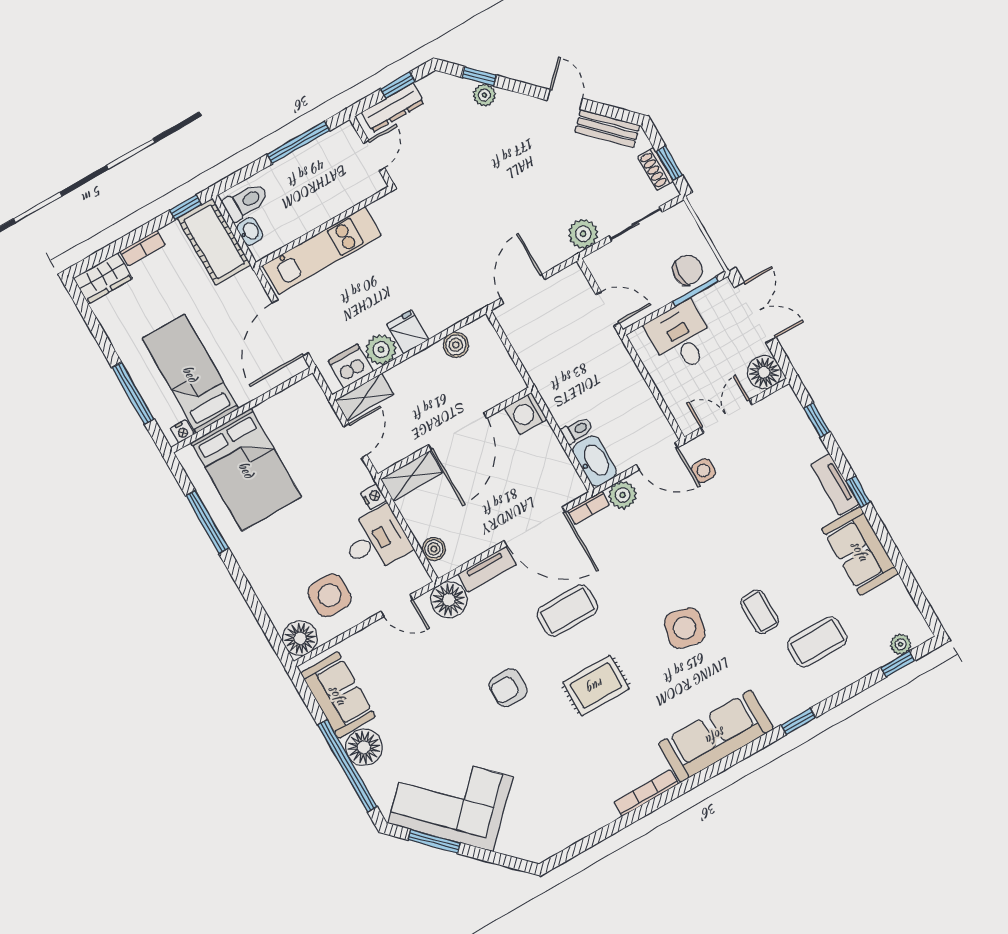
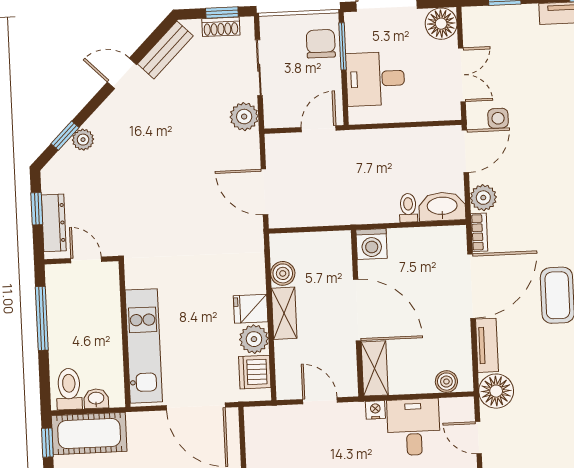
shelving: (364, 397) -> (284, 313), moved
double door: (726, 416) -> (462, 75), swing flipped
door: (397, 606) -> (478, 438), swing flipped

